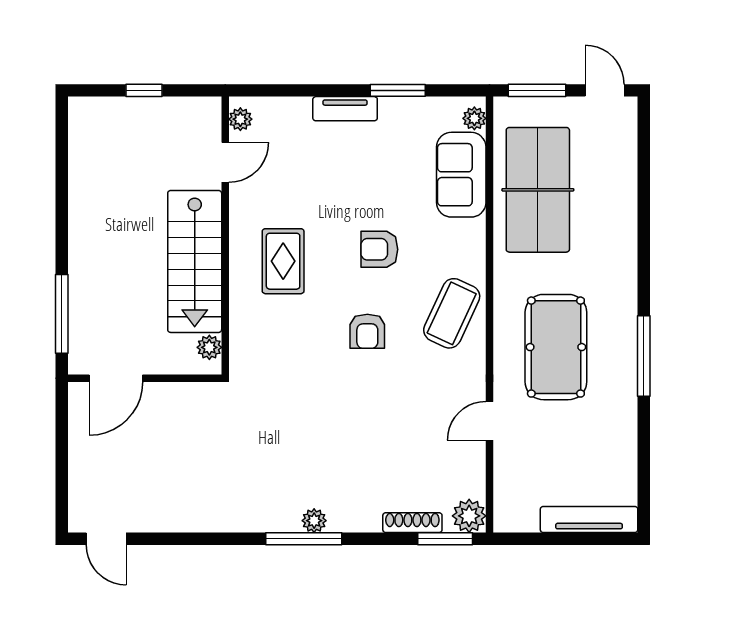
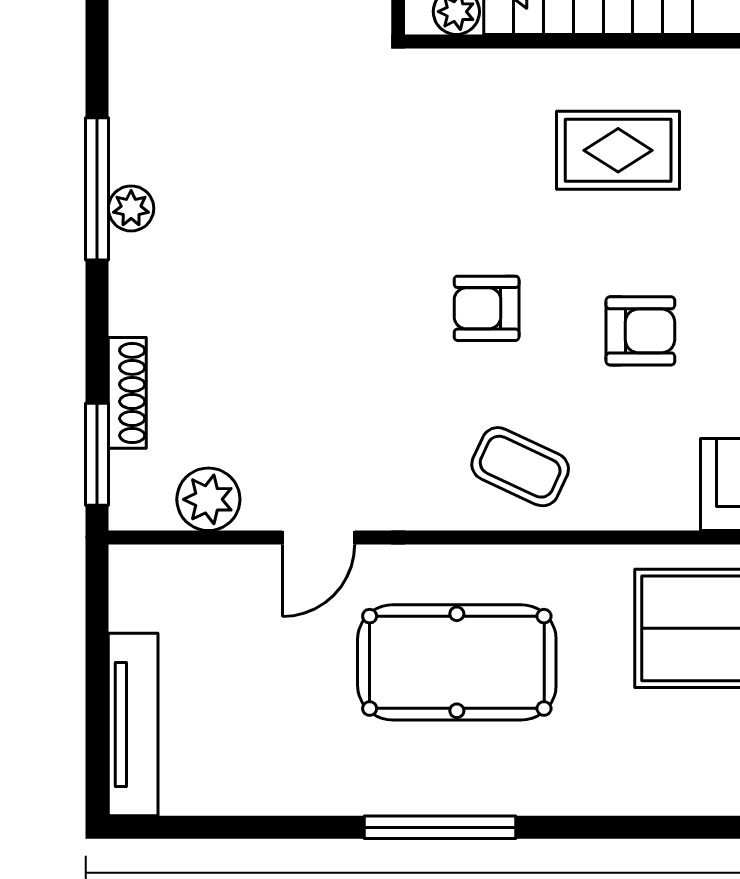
armchair: (379, 249) -> (640, 331), turned 90
coffee table: (452, 313) -> (520, 467), width x0.73, depth x0.77
door: (489, 421) -> (318, 538), swing flipped
plant: (469, 516) -> (208, 499), moved

